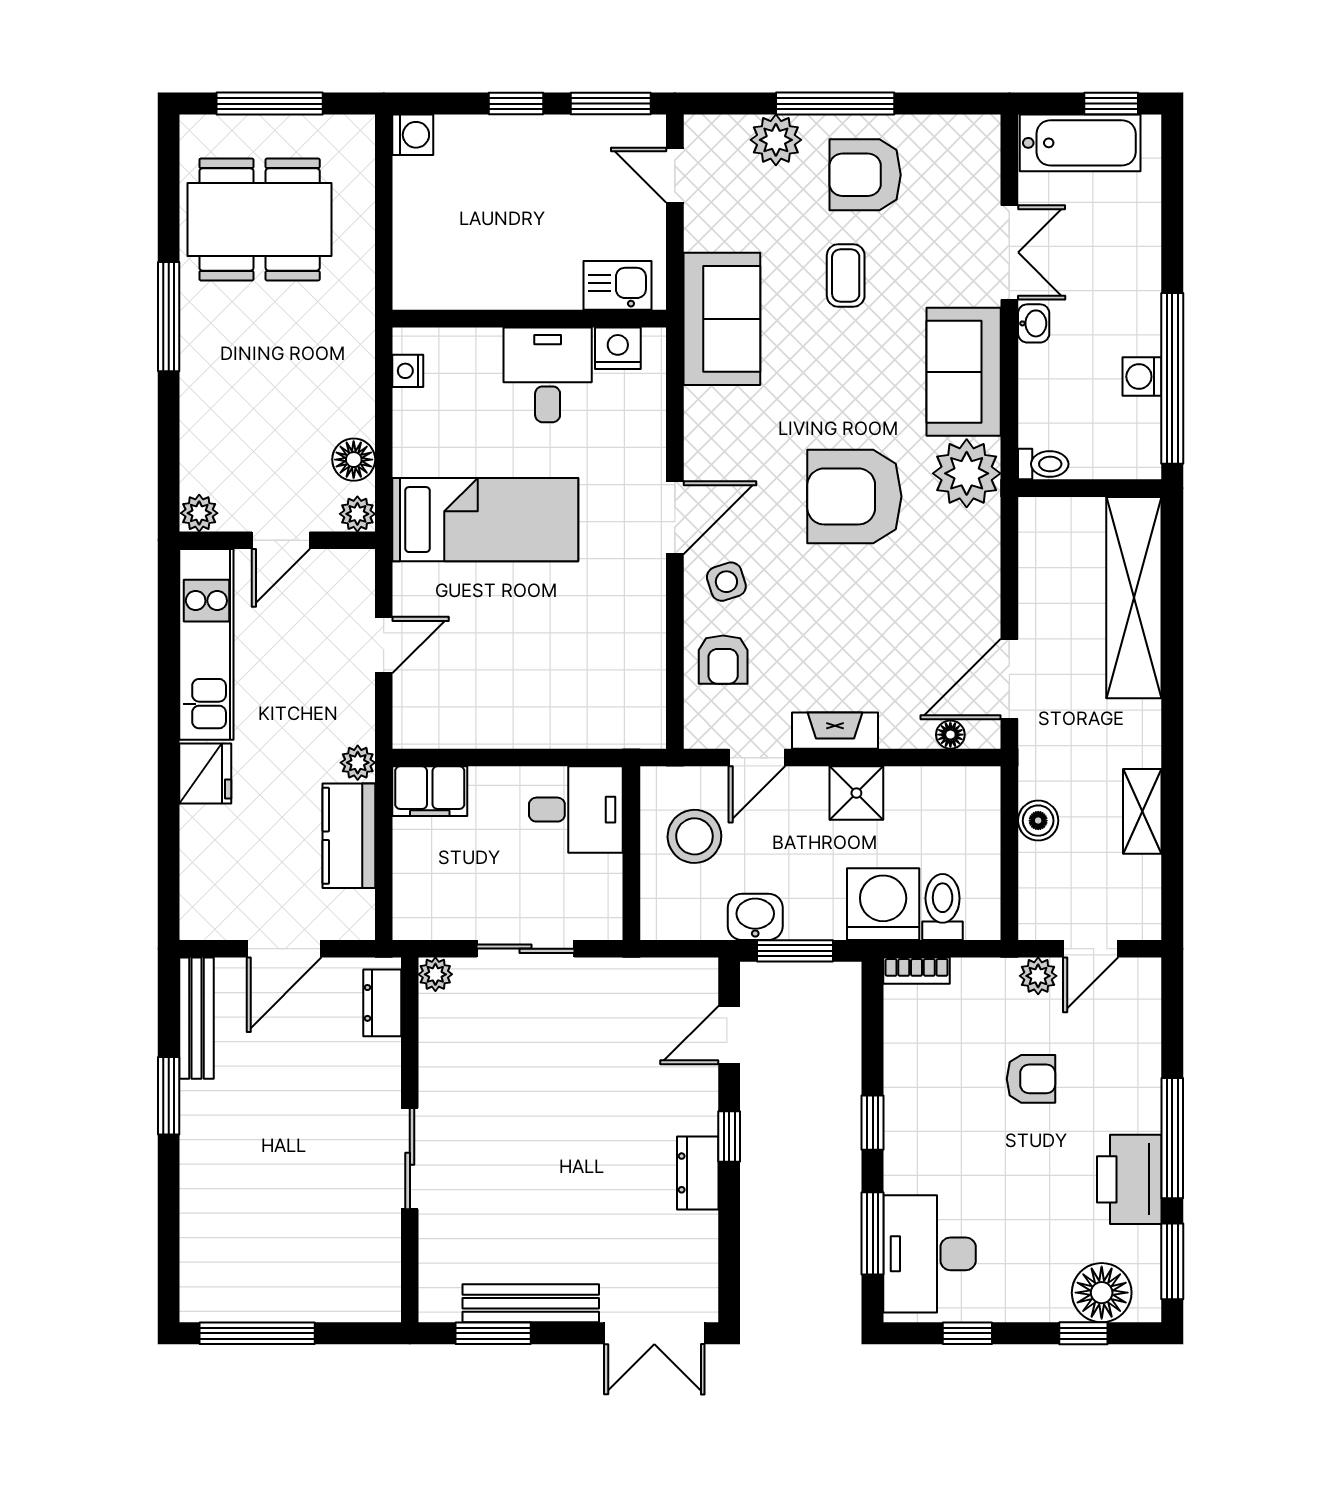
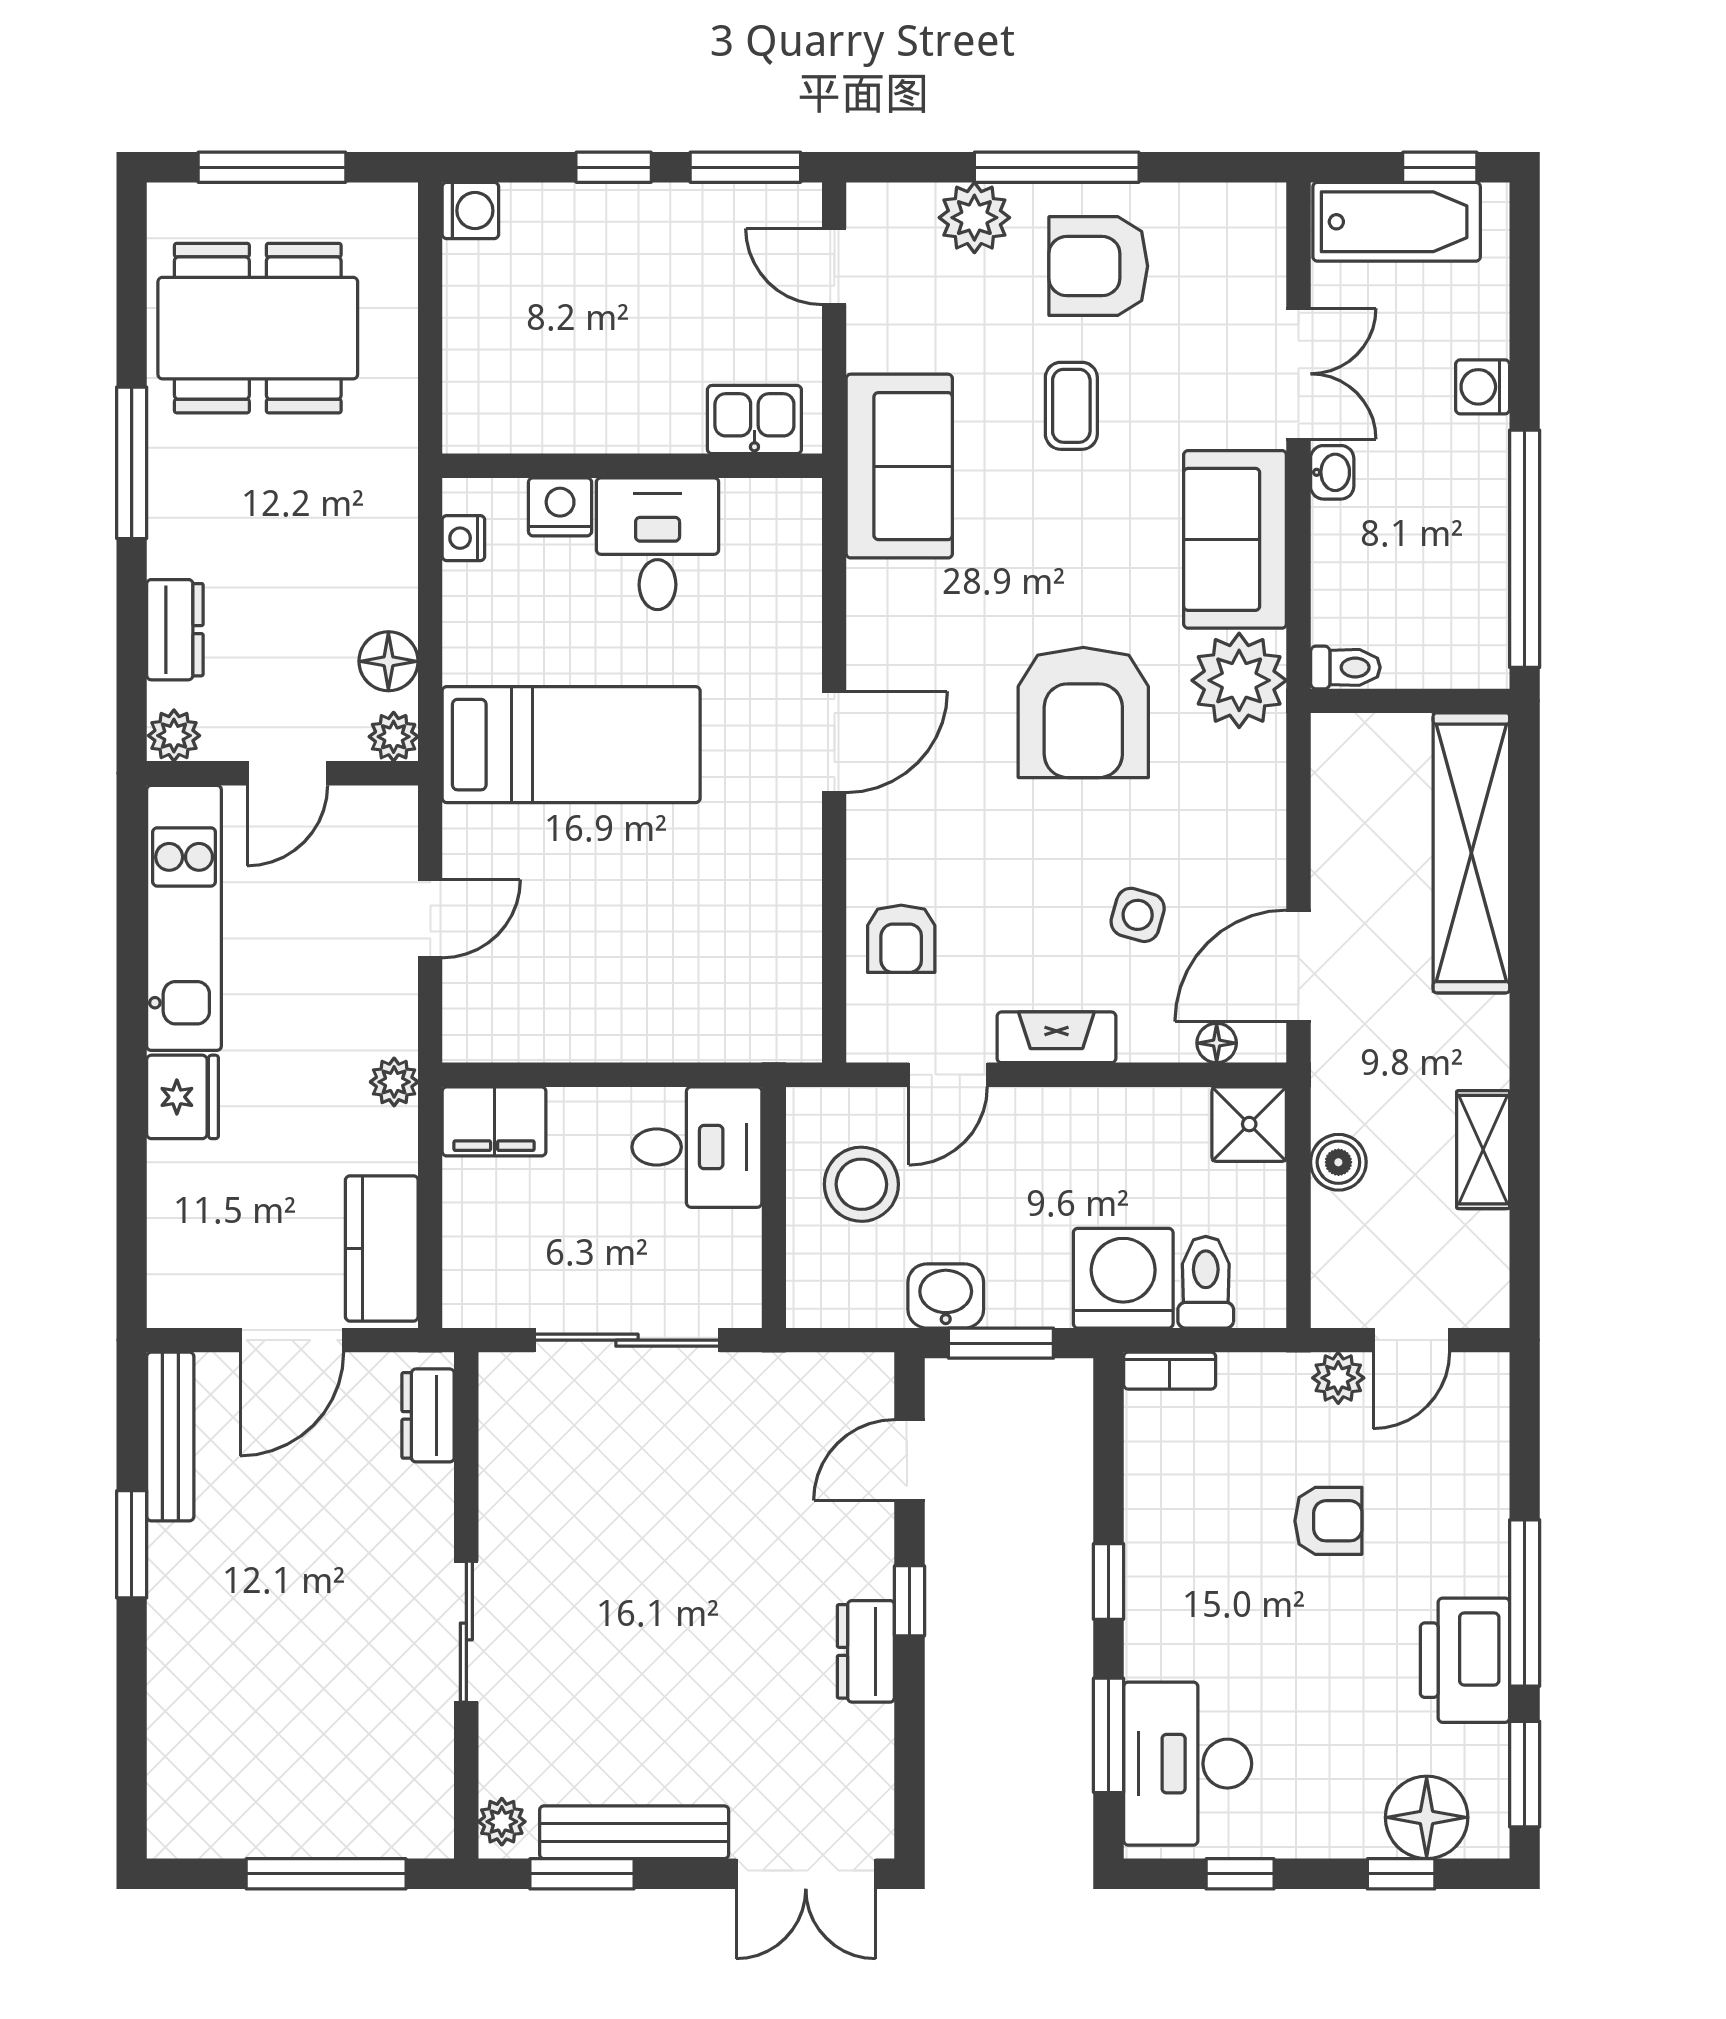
nightstand: (618, 348) -> (560, 507), moved
washing machine: (1142, 377) -> (1483, 387), moved
dresser: (200, 437) -> (175, 630), added
armchair: (854, 496) -> (1083, 712), turned -90
side table: (726, 582) -> (1138, 915), moved, turned 34
shower: (856, 793) -> (1249, 1124), moved
kitchen counter: (349, 836) -> (382, 1248), moved
sliding door: (526, 949) -> (627, 1340), width x1.37
plant: (435, 974) -> (502, 1822), moved
window: (257, 1333) -> (326, 1874), moved

